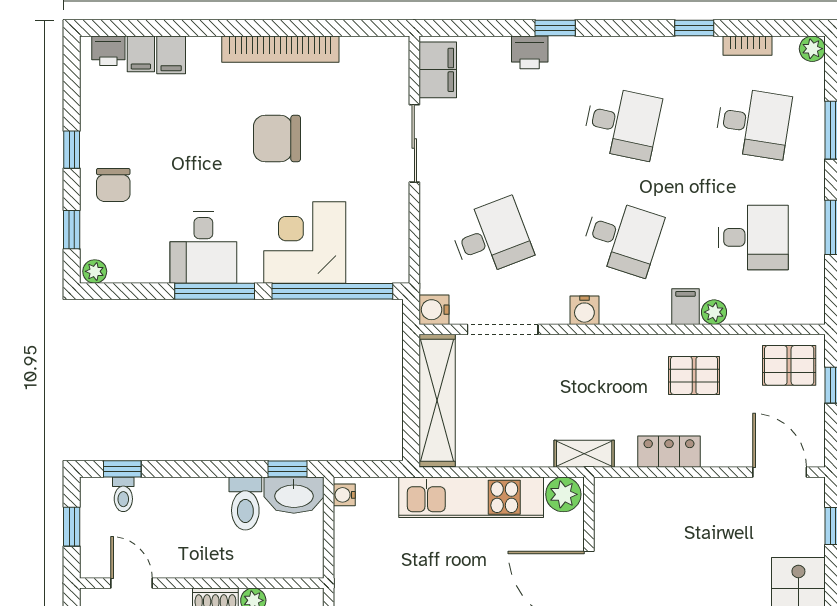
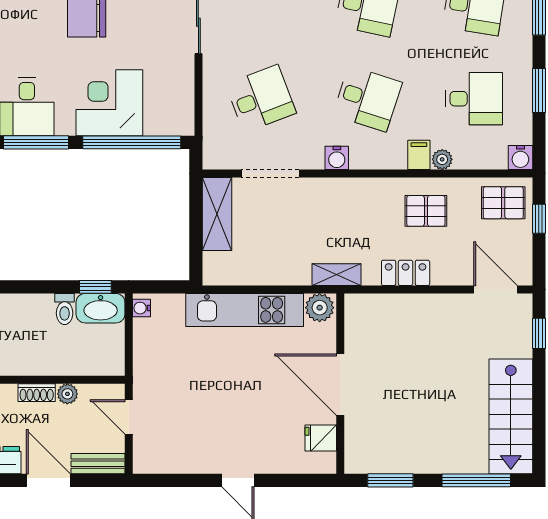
water cooler: (434, 310) -> (520, 157), moved, turned -90
shelving: (437, 400) -> (217, 214), width x0.68
toilet: (245, 504) -> (65, 309), width x0.73, depth x0.72

